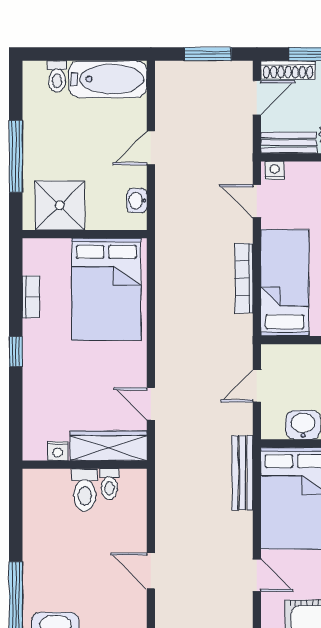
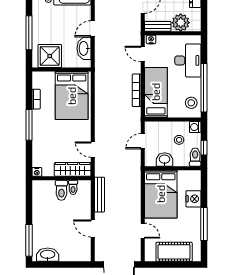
washbasin: (137, 201) -> (84, 48), width x1.91, depth x1.45
window: (16, 352) -> (29, 125), width x2.17
nightstand: (58, 451) -> (37, 172), moved
bench: (242, 473) -> (99, 195), moved

